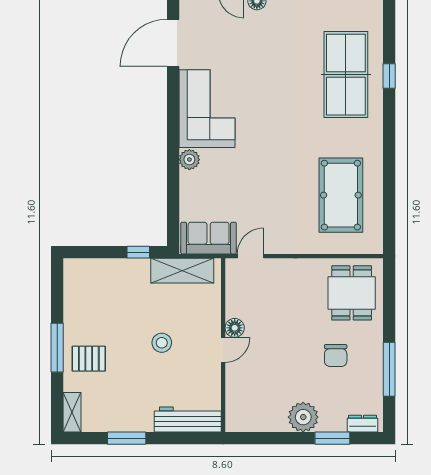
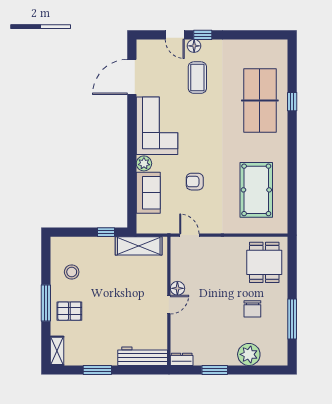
coffee table: (261, 44) -> (197, 78), added
armchair: (258, 184) -> (195, 182), added
sofa: (209, 238) -> (148, 193), moved, turned 90
door: (251, 256) -> (189, 235), hinge flipped
stool: (162, 343) -> (72, 272), moved
plant: (303, 417) -> (249, 354), moved
dresser: (363, 424) -> (182, 359), moved
window: (332, 438) -> (215, 370), moved

